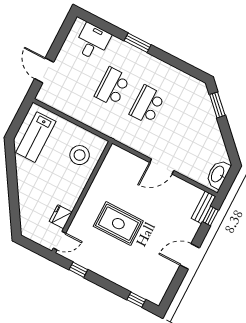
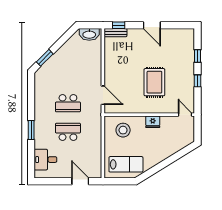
door: (44, 70) -> (80, 181), swing flipped
school desk: (112, 87) -> (68, 132), turned 180
door: (162, 166) -> (103, 95), moved
fridge: (61, 217) -> (153, 122), moved
window: (78, 270) -> (198, 81), moved
window: (136, 300) -> (198, 56), moved

